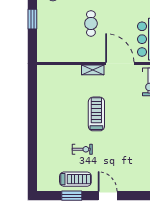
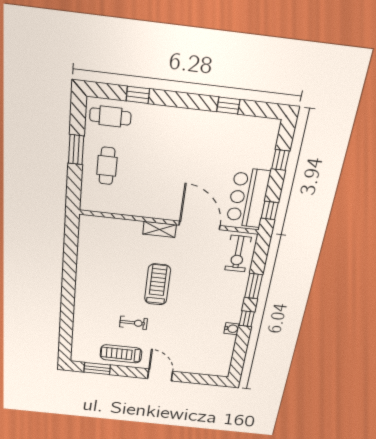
cafe table: (91, 23) -> (107, 166), moved
treadmill: (75, 179) -> (121, 354), turned 180
window: (72, 196) -> (97, 369), moved

